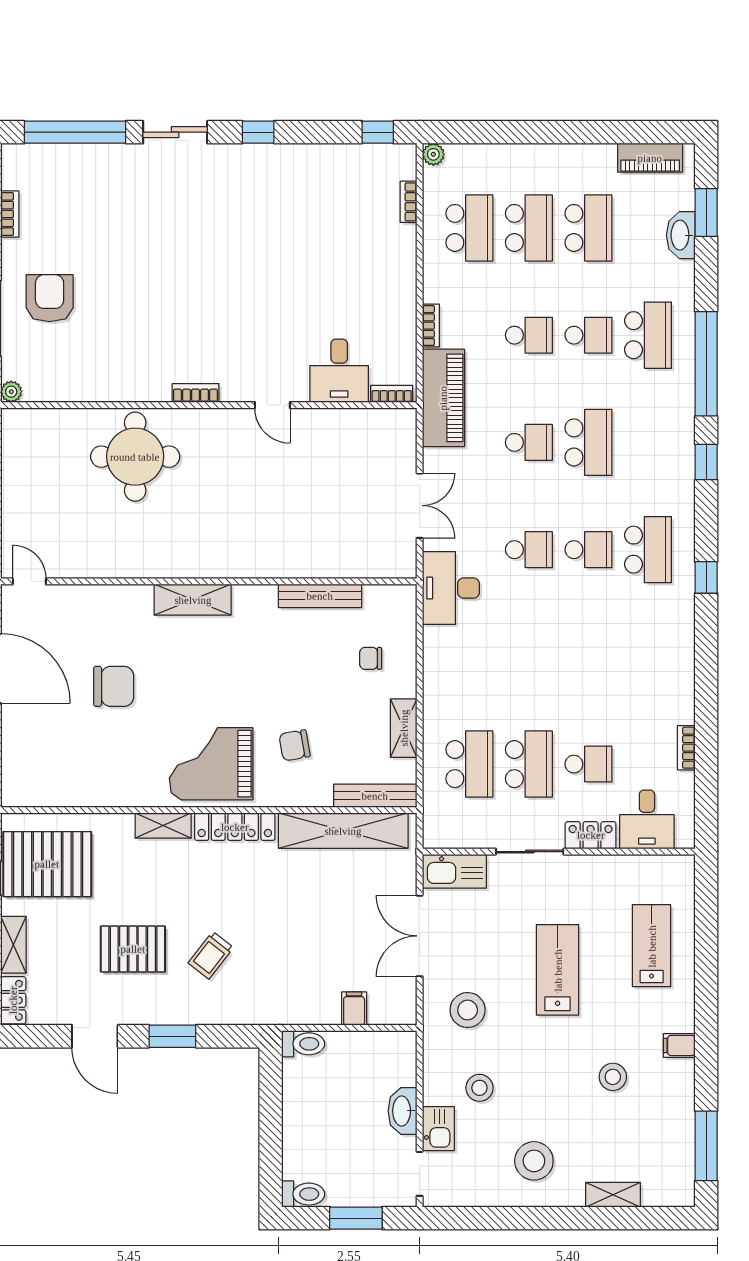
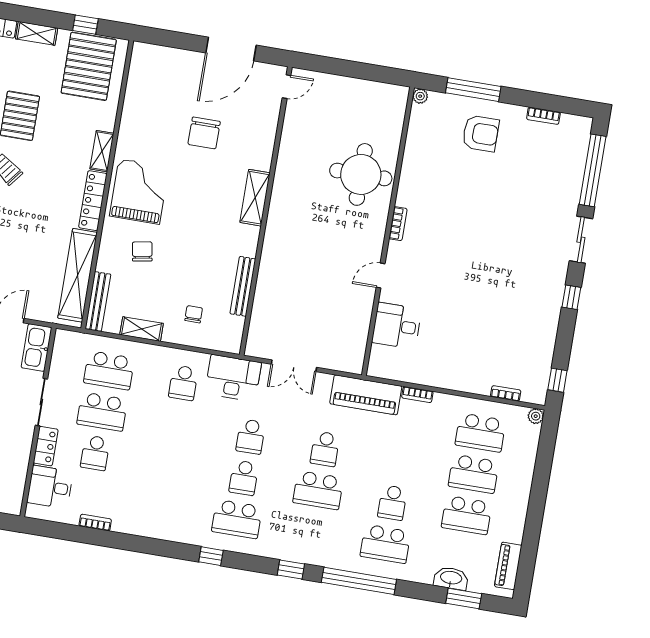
school desk: (529, 335) -> (183, 383), moved
bookcase: (392, 394) -> (374, 360), removed

